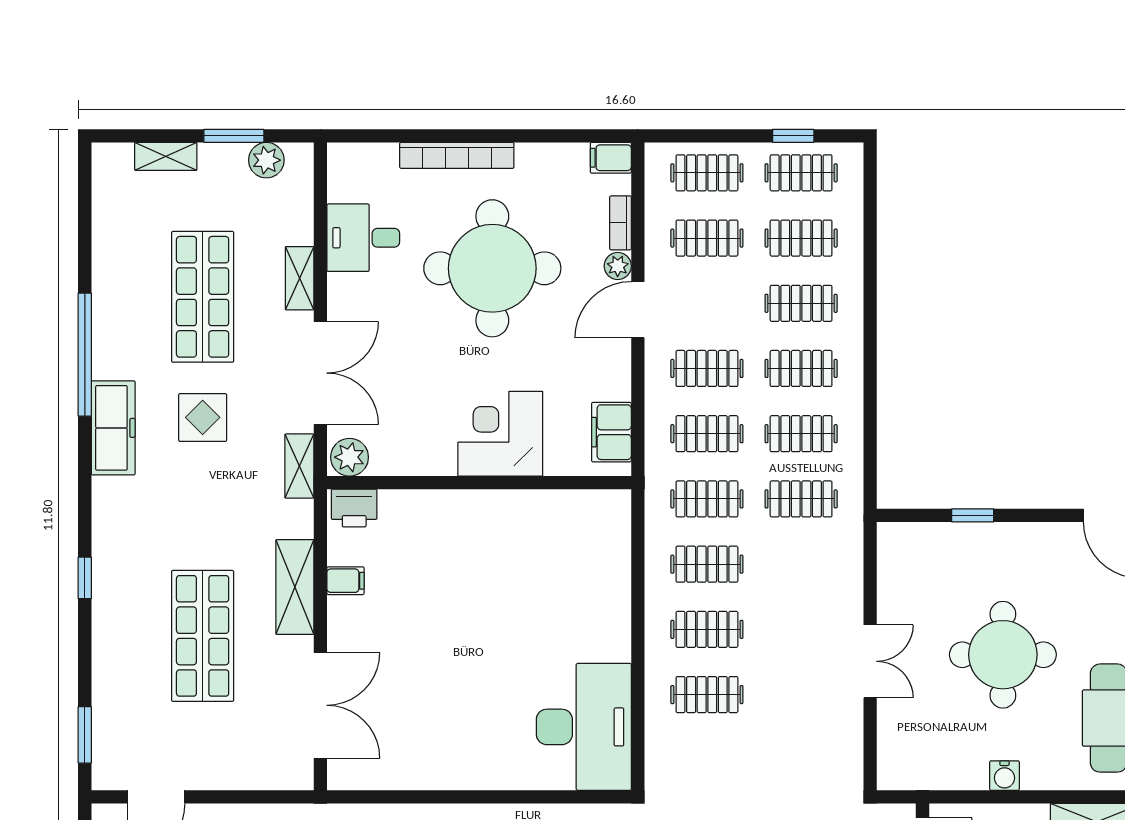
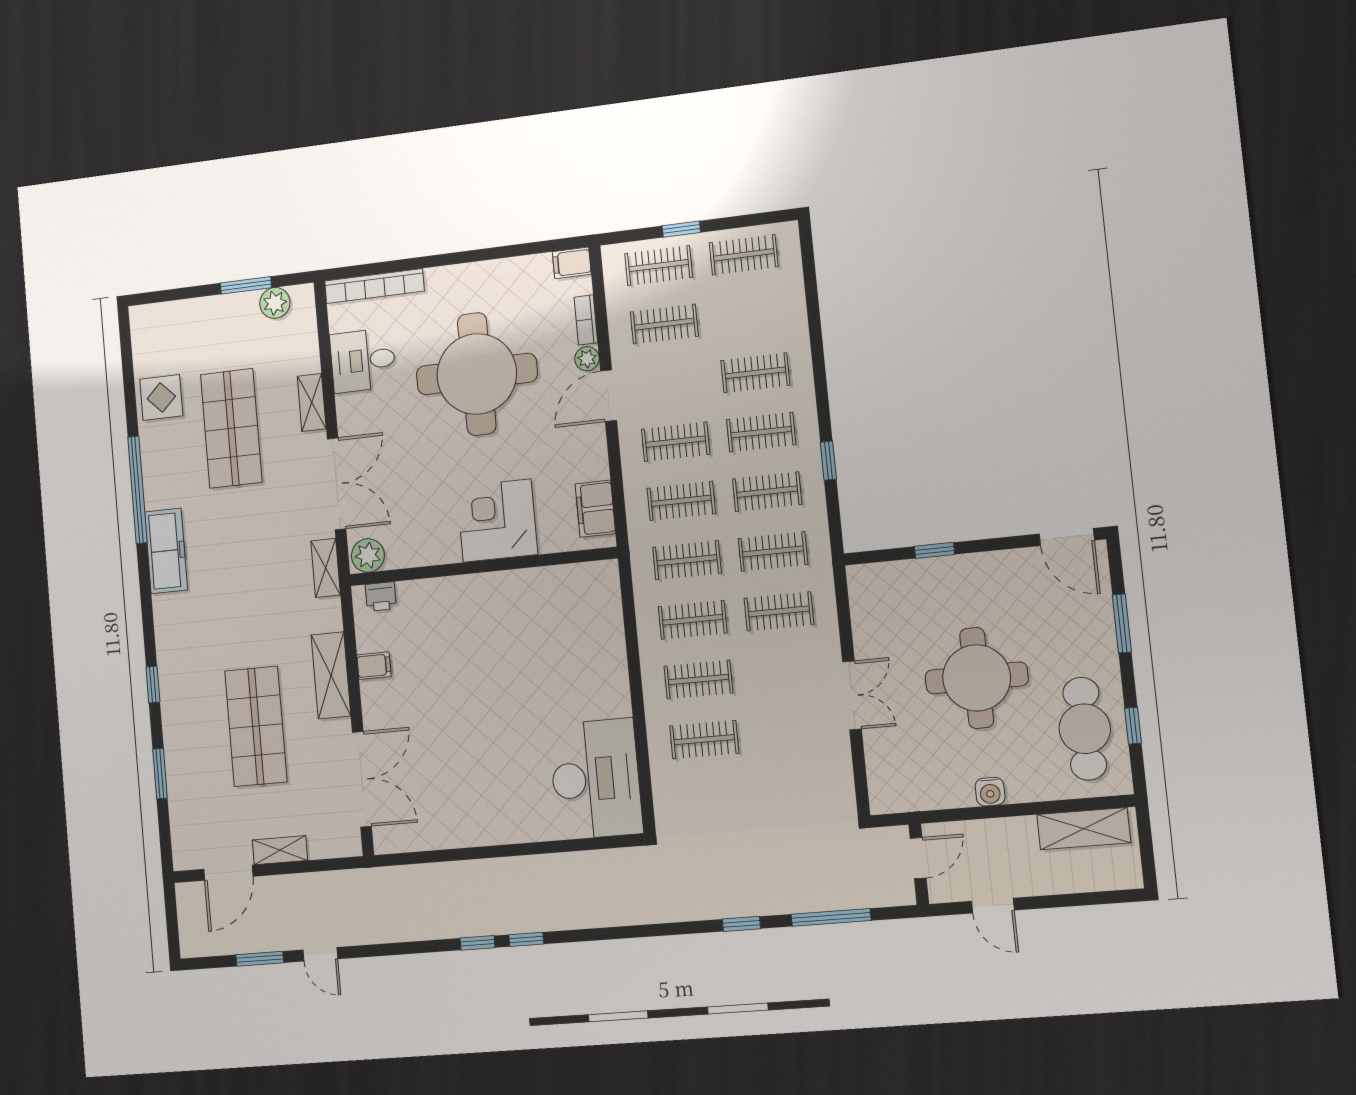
window: (793, 136) -> (681, 229), moved
bookcase: (457, 155) -> (374, 286), moved
shelving: (166, 156) -> (280, 850), moved
clothes rail: (801, 238) -> (779, 611), moved
window: (870, 407) -> (828, 461), added
display table: (203, 417) -> (161, 398), moved
printer: (354, 508) -> (381, 596), width x0.73, depth x0.81
window: (85, 735) -> (160, 774), moved

